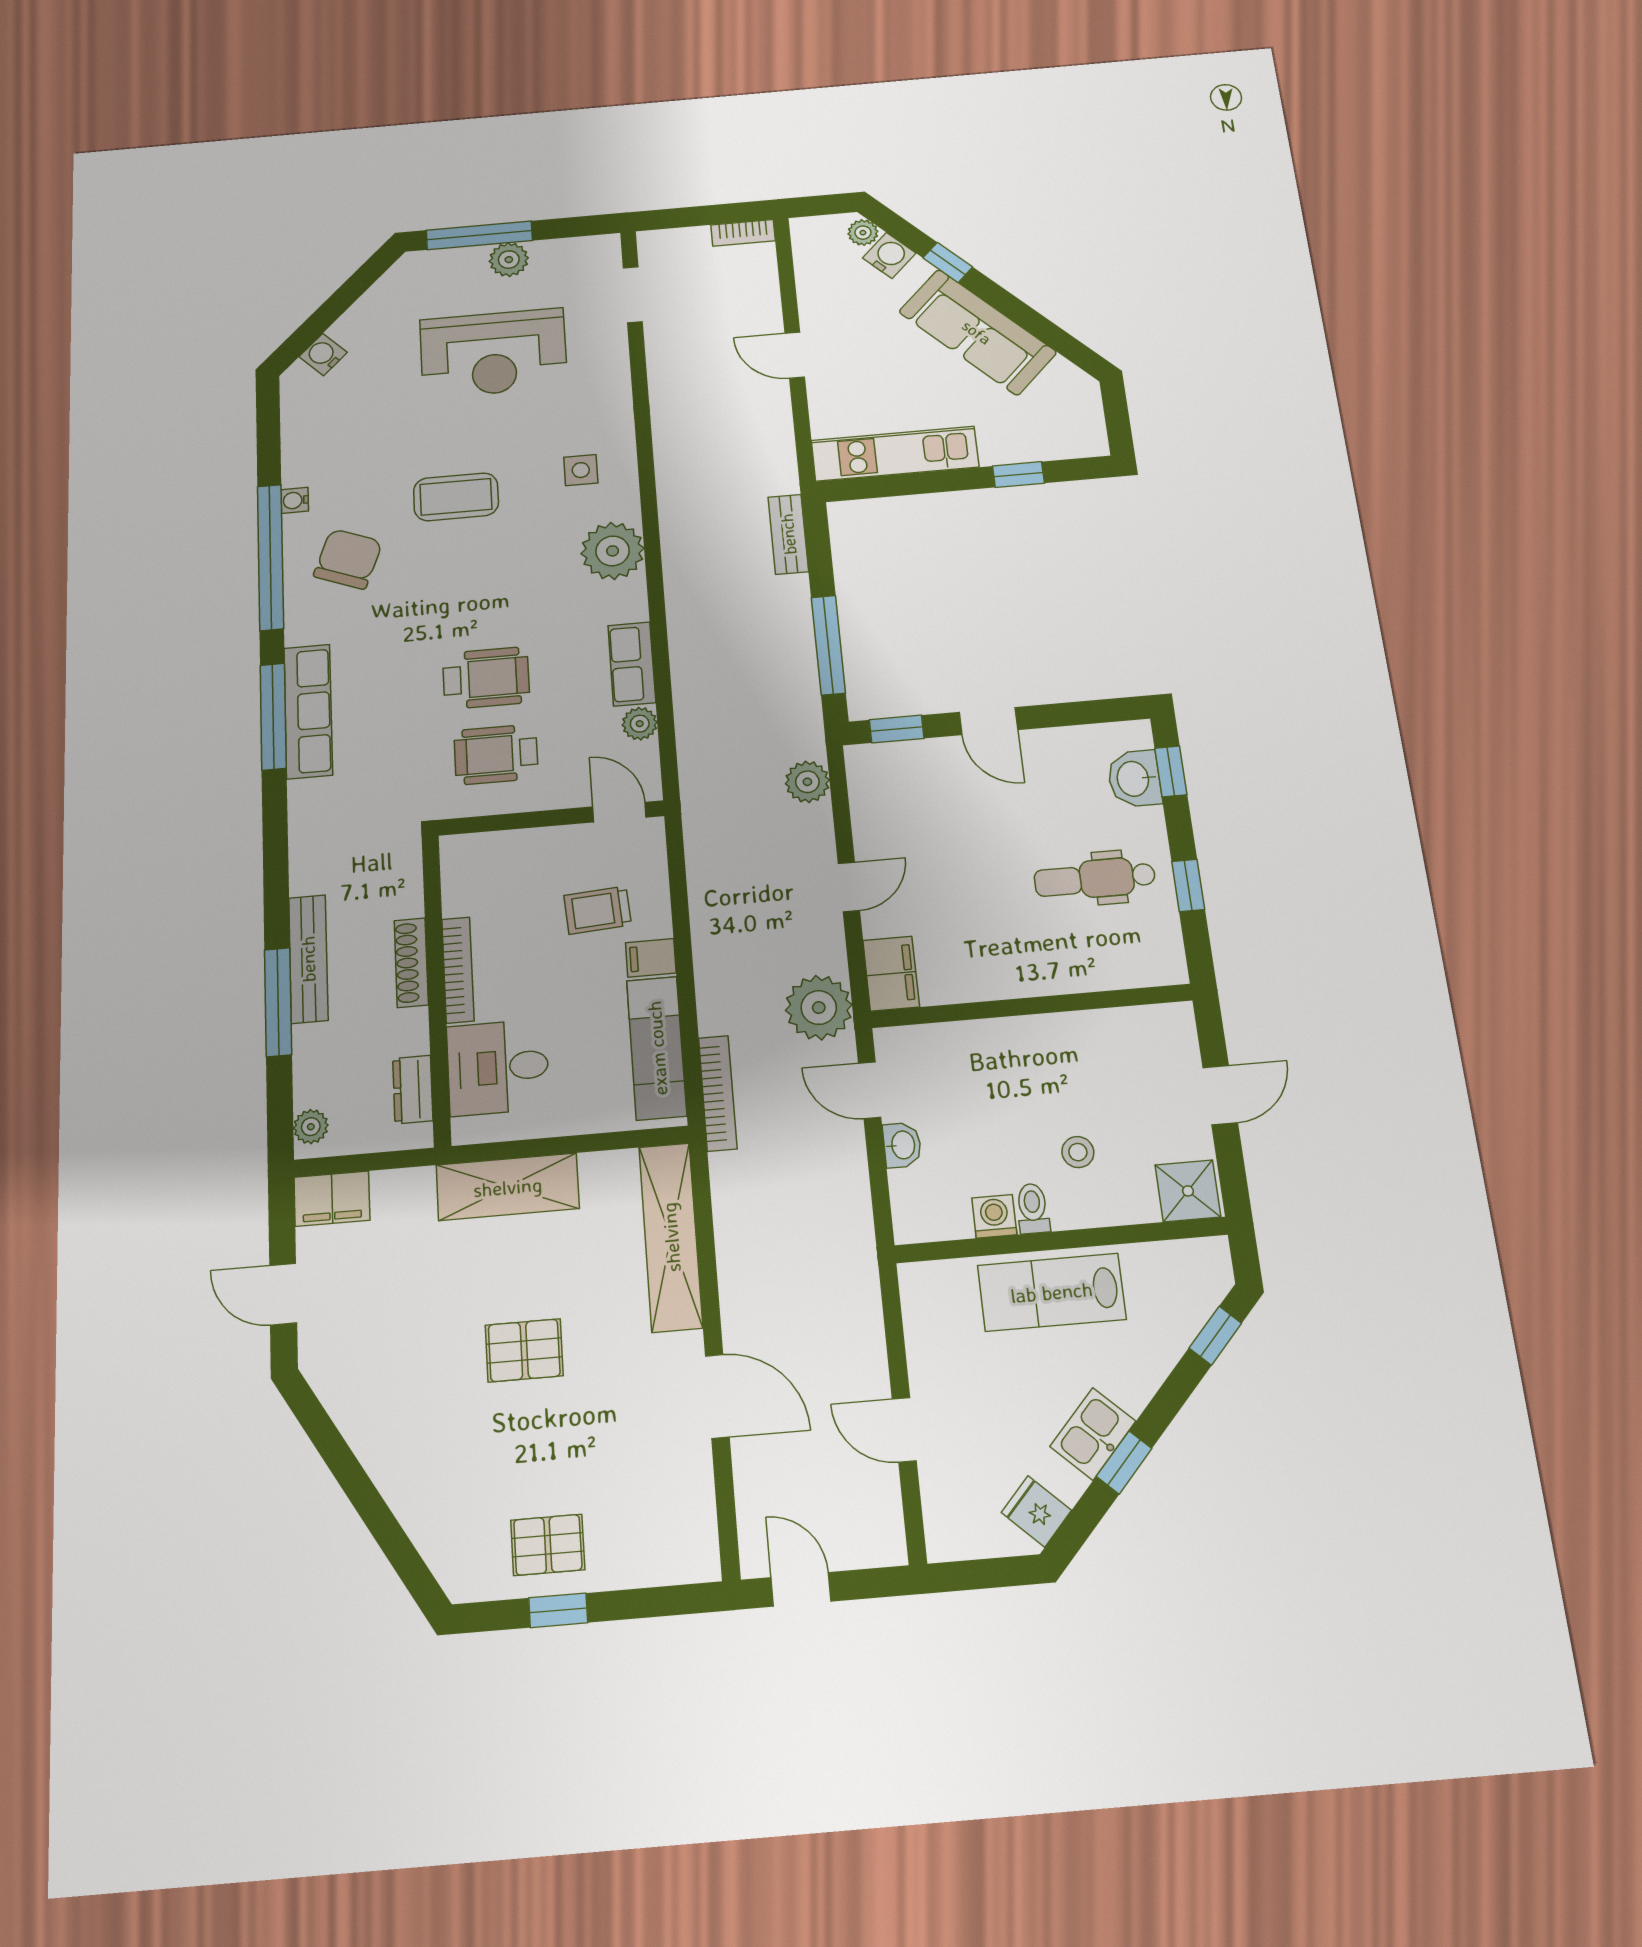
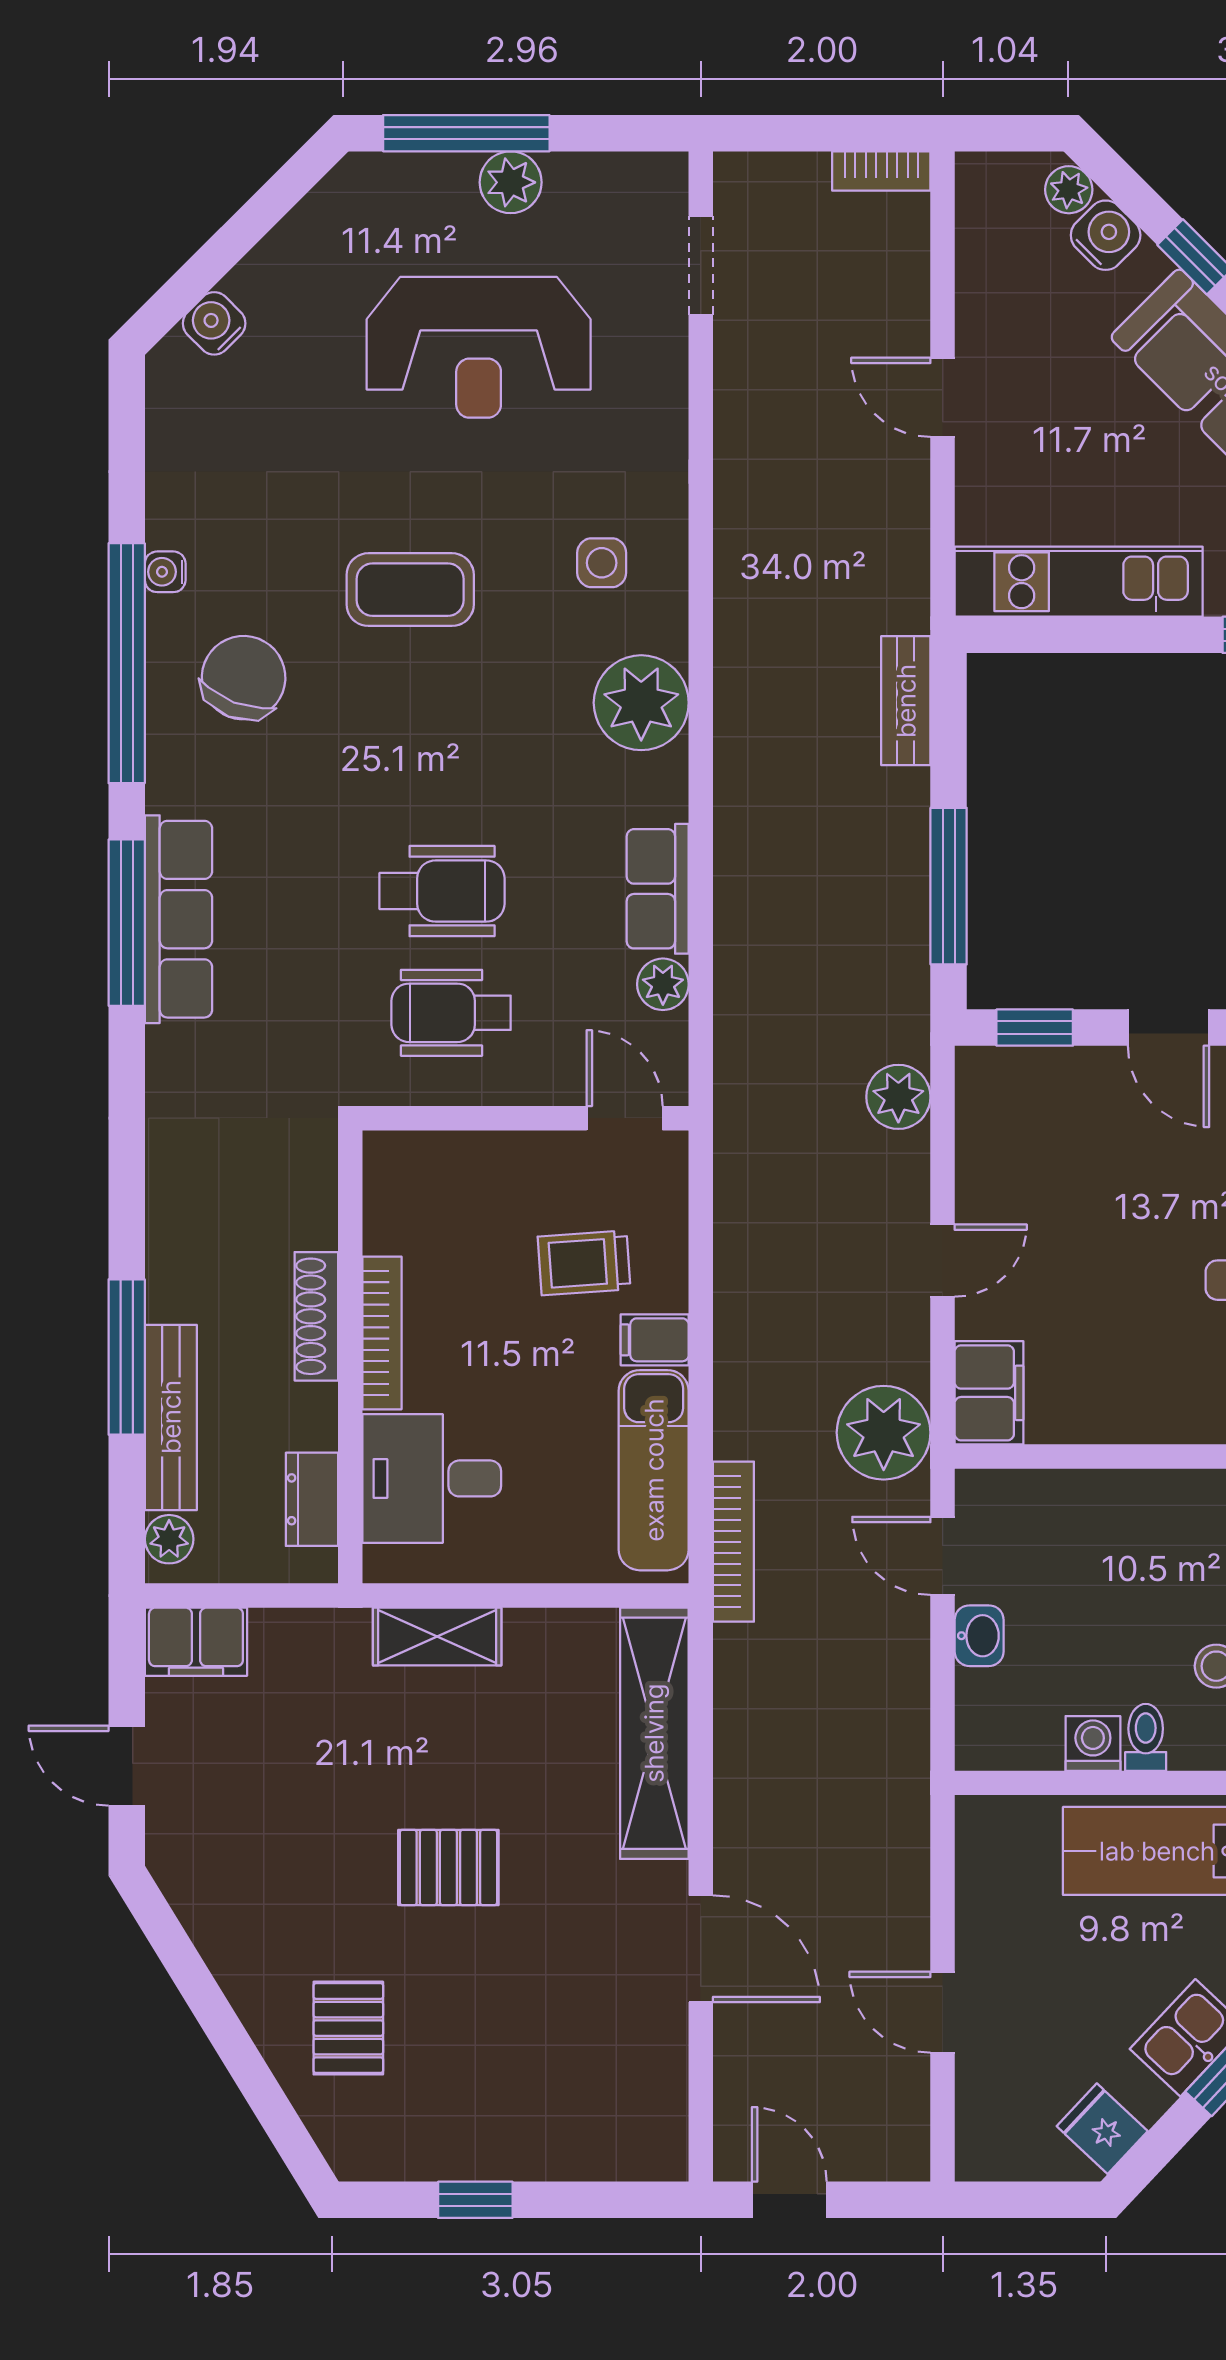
bench: (308, 959) -> (171, 1417), moved
shelving: (508, 1187) -> (437, 1637), width x0.67, depth x0.75
pallet: (548, 1545) -> (348, 2028), moved, turned 90

